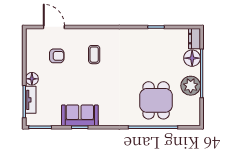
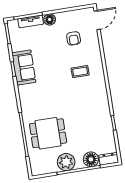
door: (54, 27) -> (97, 20), moved

